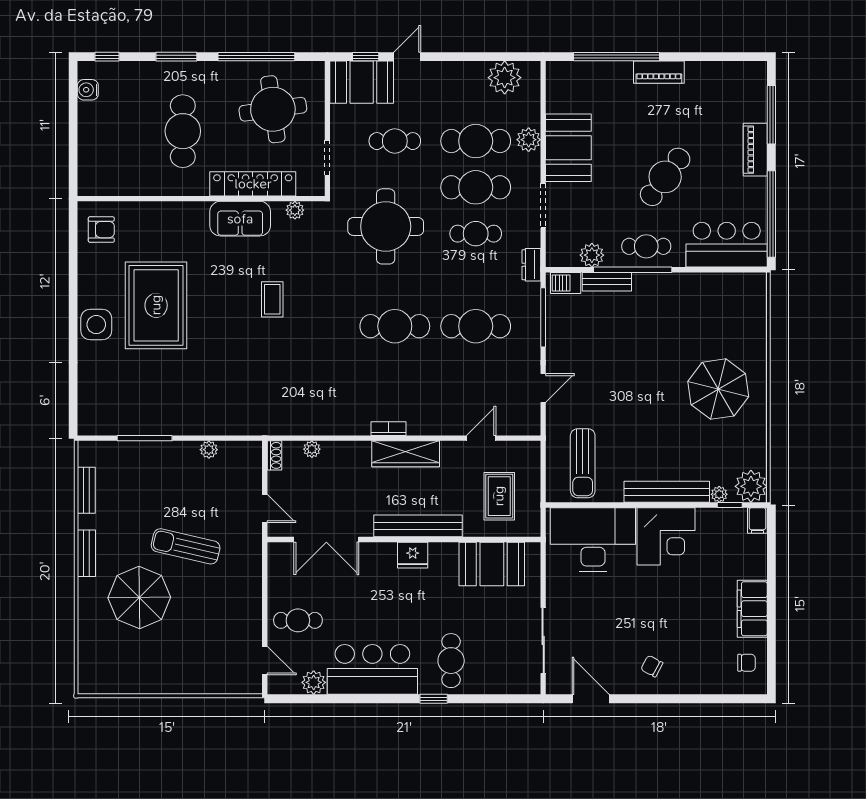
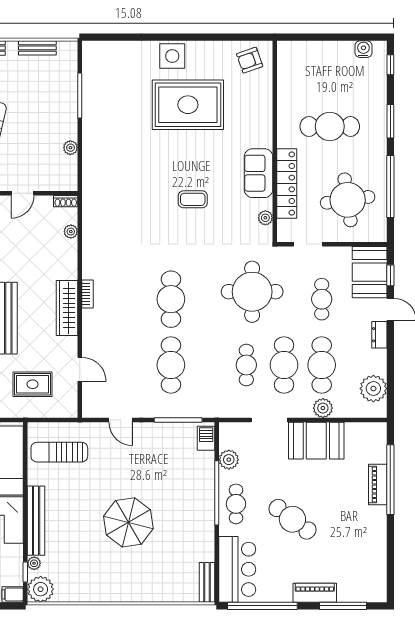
piano: (659, 72) -> (378, 484), moved
armchair: (101, 230) -> (250, 60), turned 71
dresser: (531, 265) -> (379, 335), moved, turned -90
bench: (607, 282) -> (207, 582), moved
parasol: (718, 389) -> (128, 522), moved

